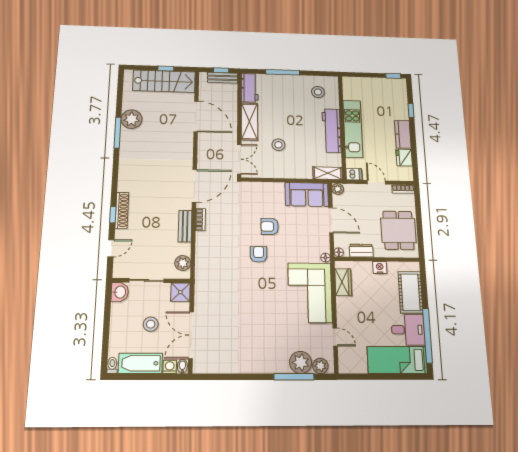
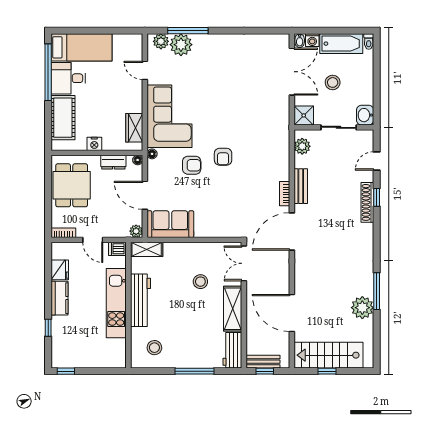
armchair: (270, 226) -> (192, 165), moved

